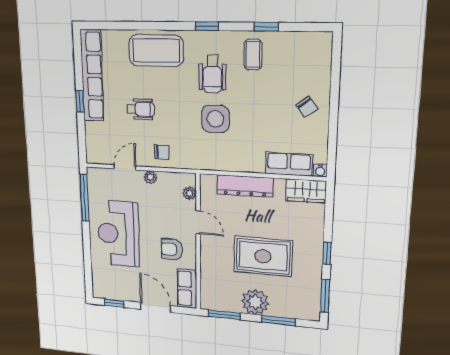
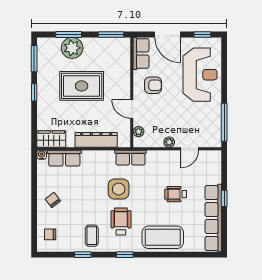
chair: (162, 152) -> (50, 234), moved
row of seats: (200, 160) -> (131, 158), added
reception desk: (118, 234) -> (200, 75), moved
plant: (255, 302) -> (72, 48), moved

